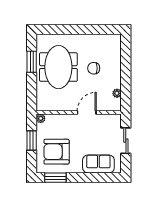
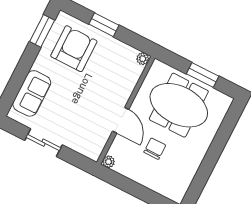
wall: (79, 112) -> (126, 110), moved
door: (87, 112) -> (121, 120), moved
plant: (41, 118) -> (143, 59), moved

